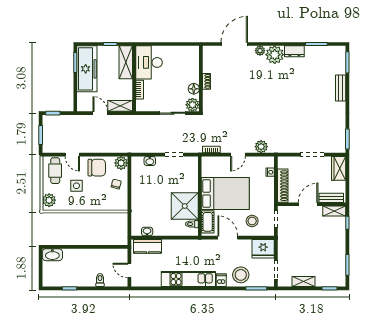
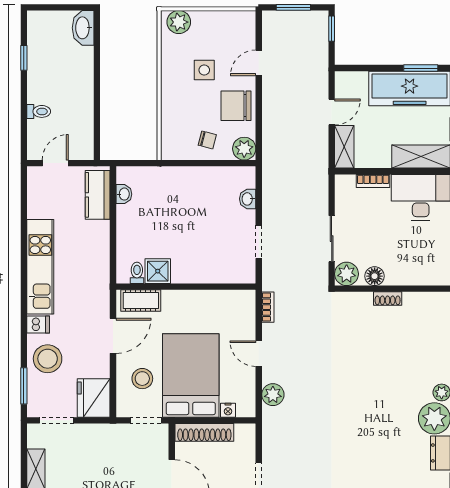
chair: (97, 168) -> (236, 106), turned 90
cafe table: (55, 171) -> (231, 33), removed
bed: (225, 194) -> (191, 375), moved, turned 180
shower: (185, 206) -> (158, 271), width x0.54, depth x0.54

